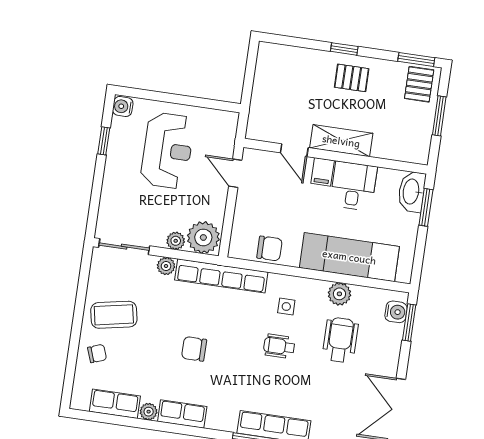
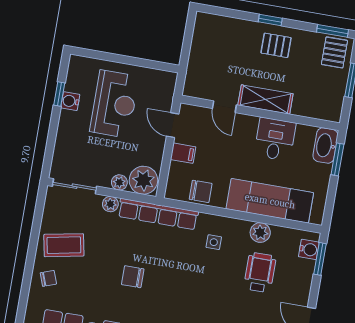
water cooler: (123, 106) -> (70, 101), moved
filing cabinet: (323, 172) -> (183, 153), moved, turned -90
wheelchair: (279, 346) -> (207, 276), removed

